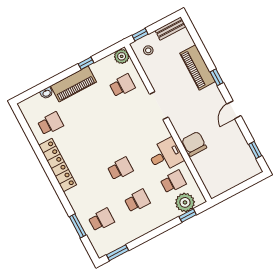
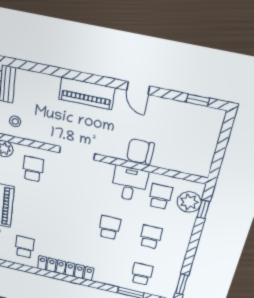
piano: (197, 67) -> (87, 93), moved
window: (217, 77) -> (91, 79), removed

